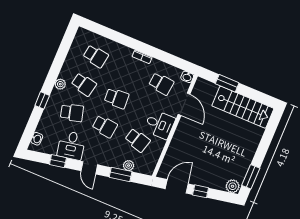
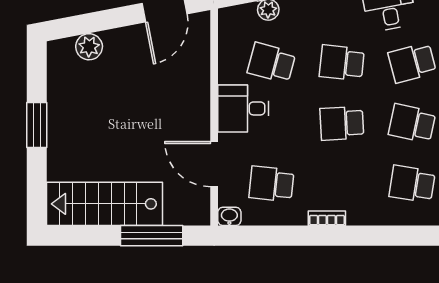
window: (227, 83) -> (152, 236), width x1.44
window: (251, 177) -> (37, 125), moved
plant: (233, 186) -> (89, 47), moved
window: (201, 191) -> (117, 18), removed

